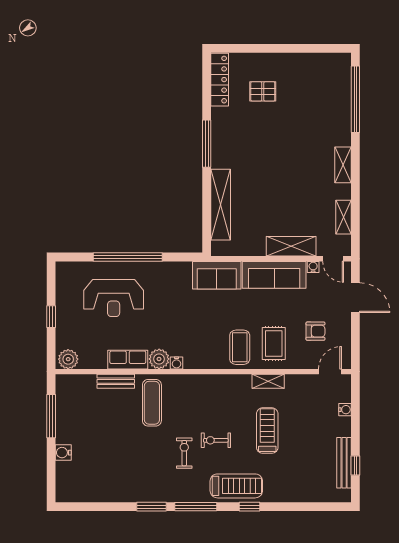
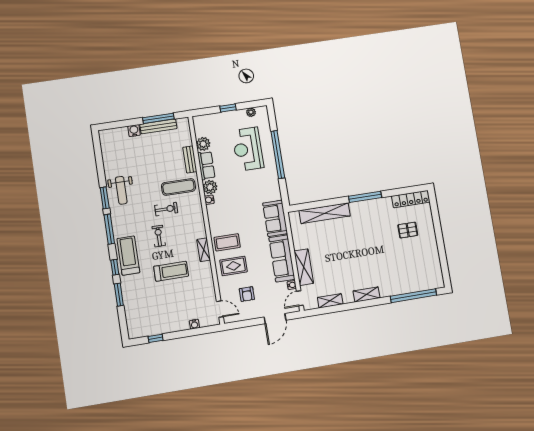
pallet: (263, 91) -> (408, 230), turned 90
plant: (62, 285) -> (251, 112), added
plant: (68, 359) -> (203, 144), moved
shelving: (268, 381) -> (204, 250), moved
exercise bike: (184, 453) -> (166, 209), moved
bench: (344, 463) -> (158, 126), moved
weight bench: (144, 482) -> (121, 190), added
treadmill: (236, 486) -> (128, 256), turned 180
window: (288, 507) -> (119, 295), added

